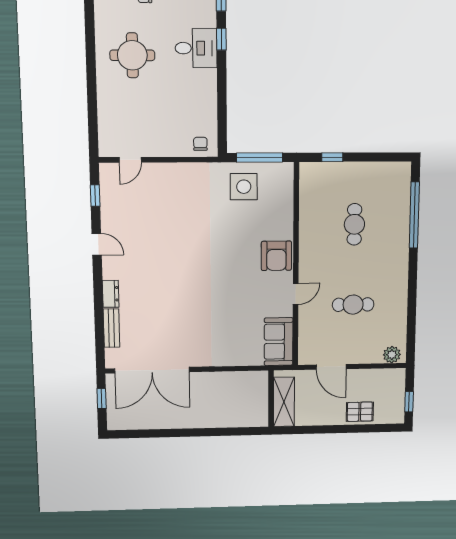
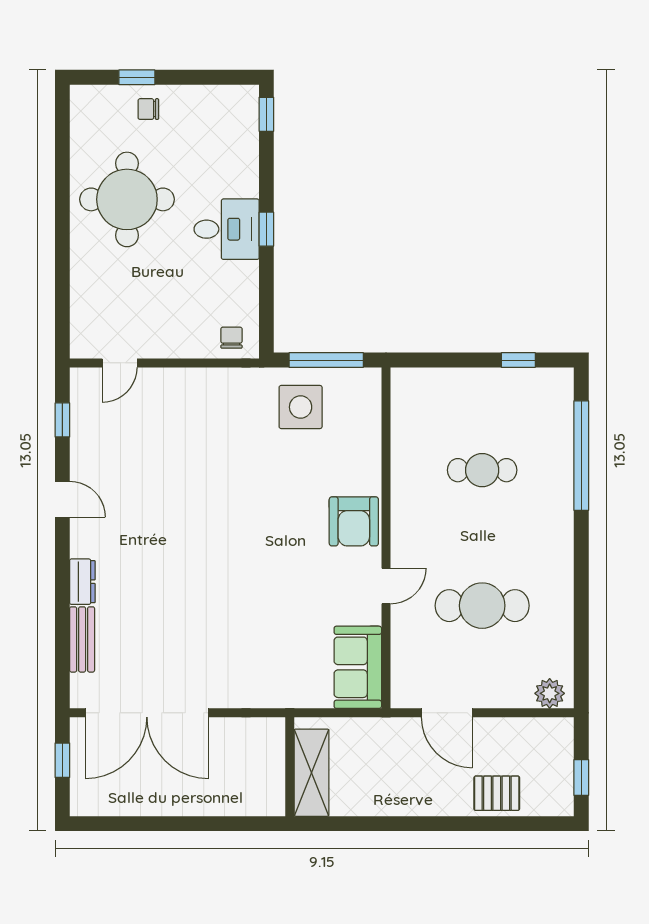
window: (221, 39) -> (266, 229), moved
desk: (196, 48) -> (227, 229), moved
round table: (132, 55) -> (127, 199), width x1.36, depth x1.36
window: (332, 157) -> (518, 360), moved
cafe table: (354, 224) -> (482, 470), turned 90
cafe table: (353, 305) -> (482, 606), width x1.37, depth x1.35
wall: (271, 399) -> (290, 767), moved
shelving: (284, 402) -> (312, 773), moved

